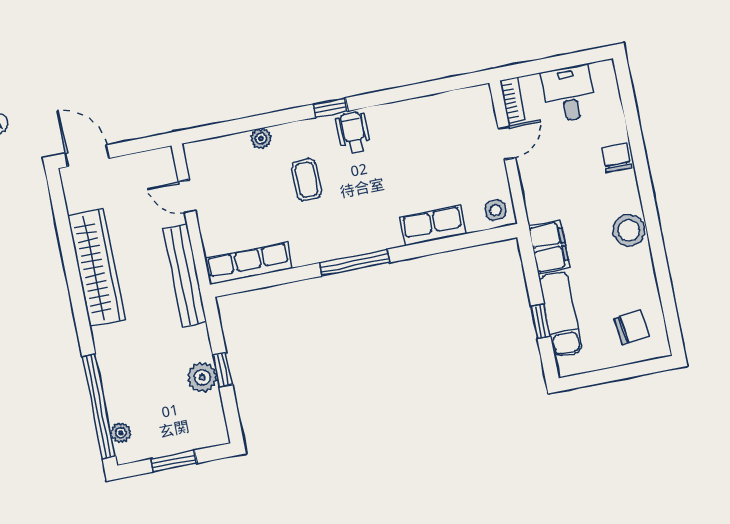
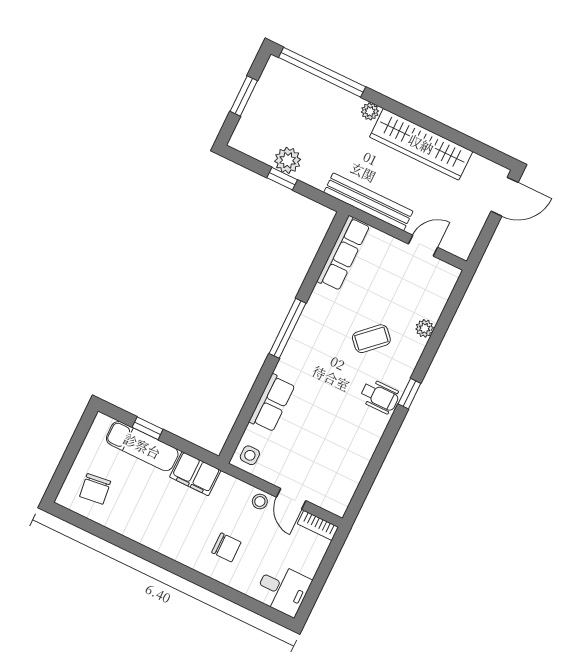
desk: (569, 94) -> (283, 589), moved
chair: (616, 158) -> (226, 547), moved
coffee table: (307, 180) -> (371, 339), turned -43
stool: (629, 230) -> (260, 501), moved, width x0.53, depth x0.53
plant: (121, 433) -> (370, 111), moved

